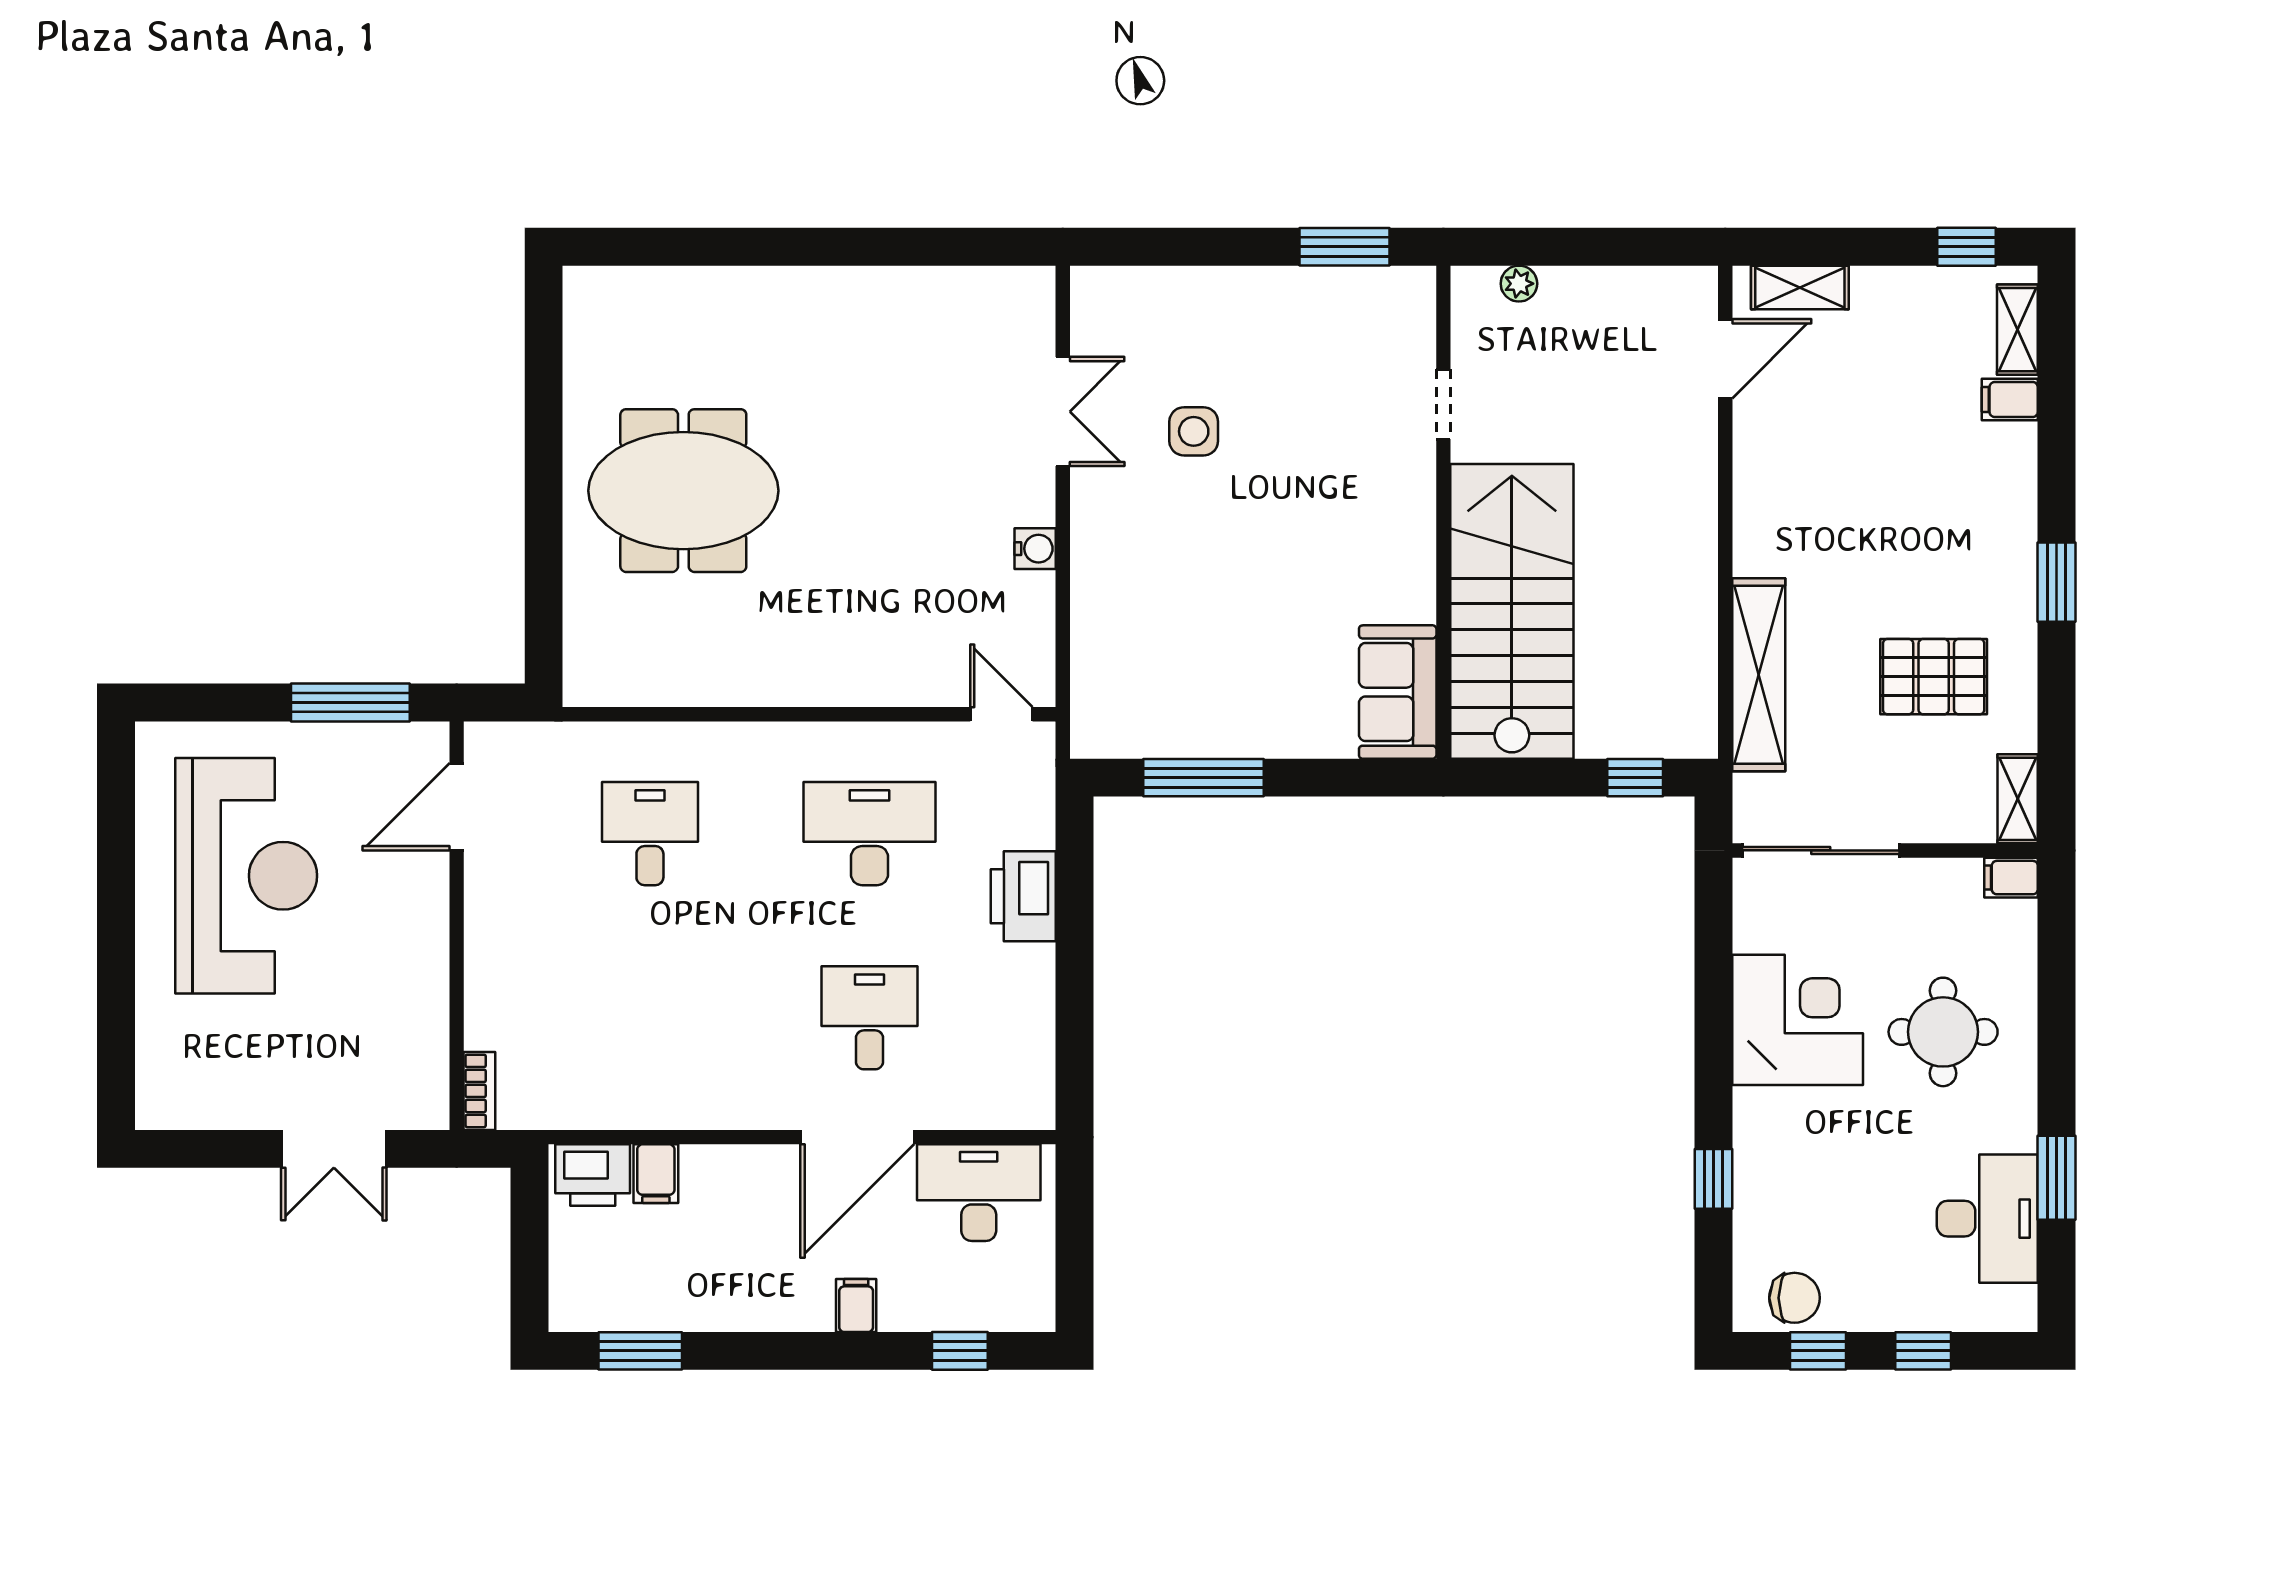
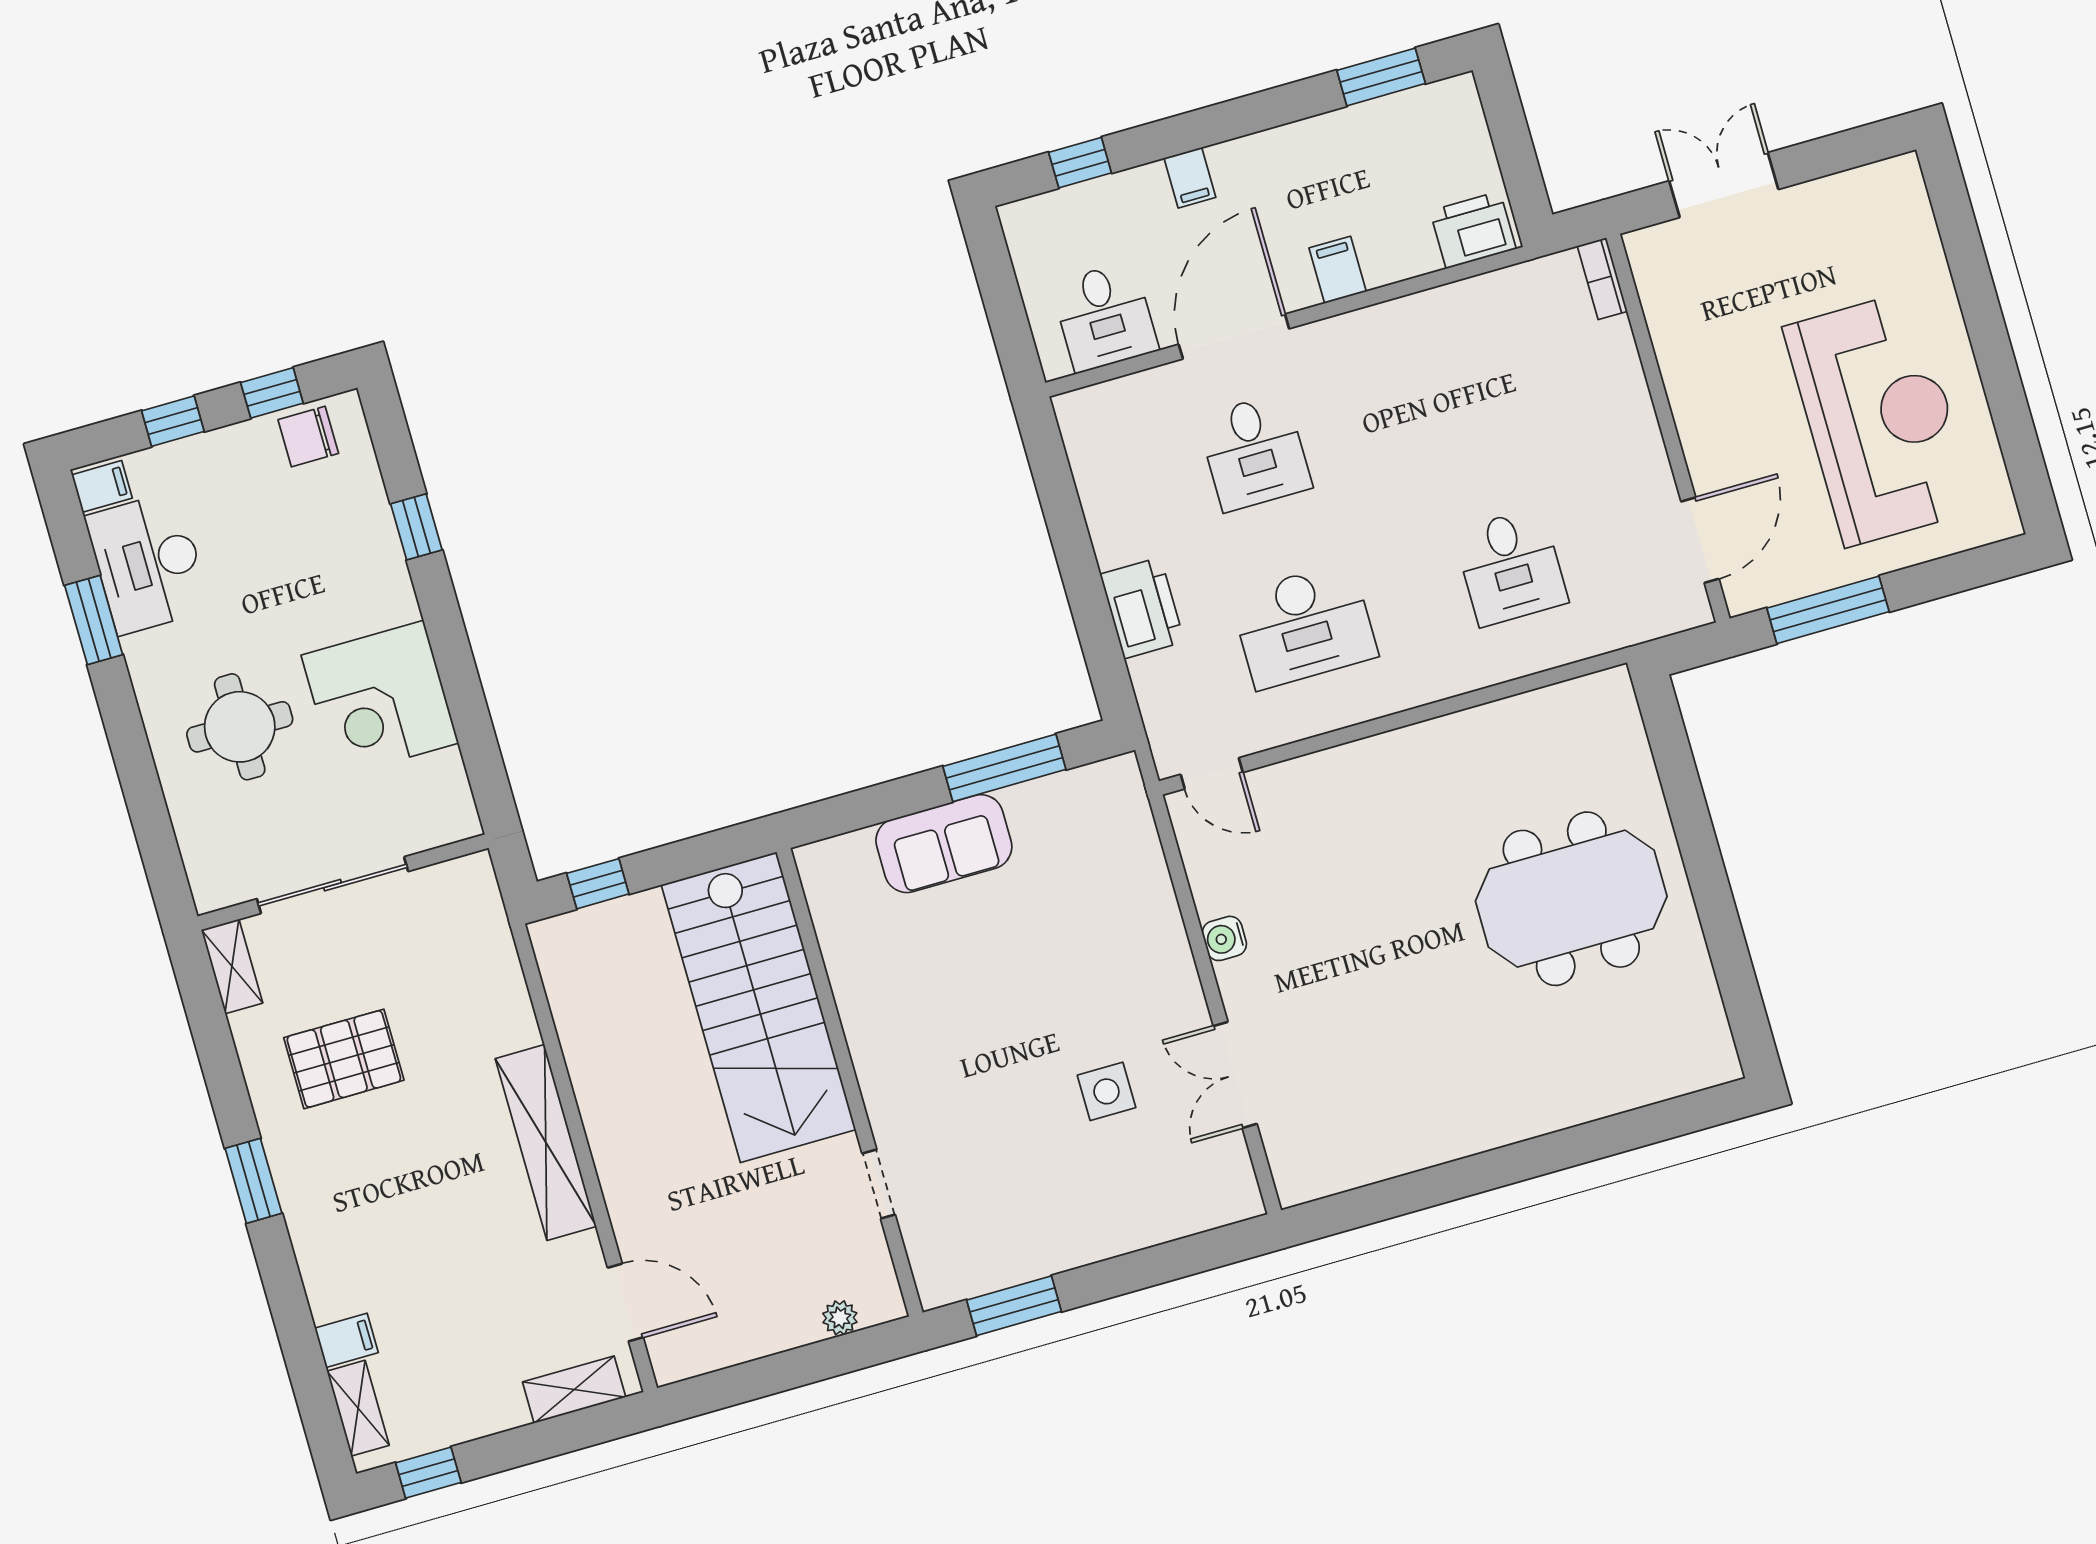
door: (1725, 359) -> (625, 1302), swing flipped
shelving: (1759, 675) -> (546, 1142), moved
sofa: (1398, 692) -> (944, 844), moved, turned 90
sliding door: (1821, 850) -> (333, 885), moved
reception desk: (246, 876) -> (1880, 419), turned 180
filing cabinet: (2011, 878) -> (102, 486), moved
filing cabinet: (656, 1174) -> (1338, 270), moved
desk: (979, 1193) -> (1105, 317), width x0.73

